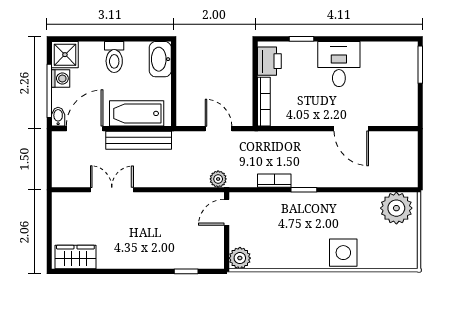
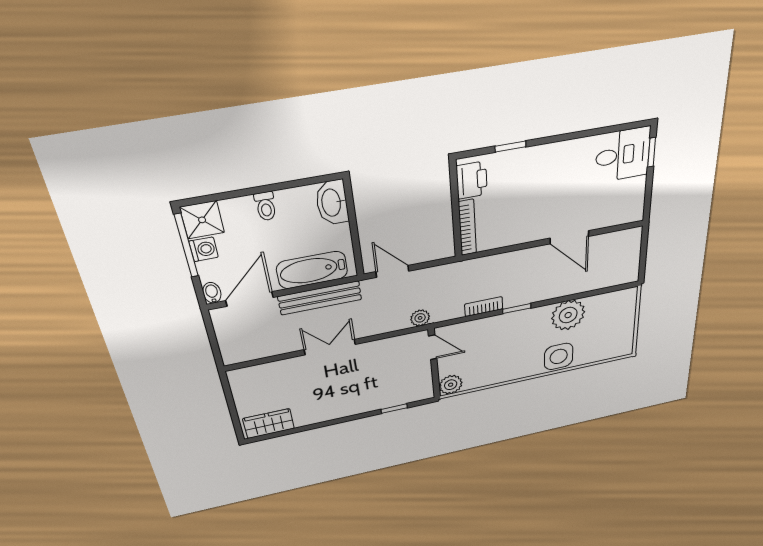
toilet: (114, 57) -> (266, 206), width x0.73, depth x0.72
desk: (339, 64) -> (623, 155), moved, turned 90
window: (420, 65) -> (652, 152), width x0.67
window: (49, 91) -> (186, 246), moved
door: (218, 129) -> (392, 271), moved
double door: (112, 190) -> (330, 347), moved
plant: (396, 208) -> (568, 315), moved
door: (227, 212) -> (433, 347), swing flipped

